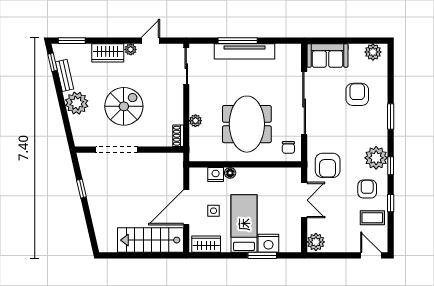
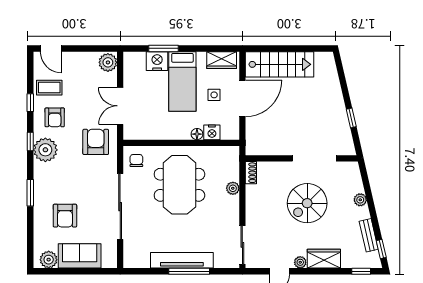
window: (72, 41) -> (361, 271), width x0.67
sofa: (328, 55) -> (80, 256), moved
plant: (77, 103) -> (360, 200), width x0.53, depth x0.53

